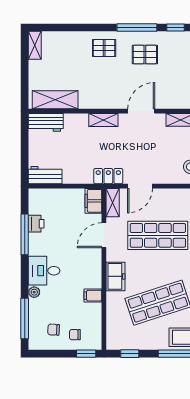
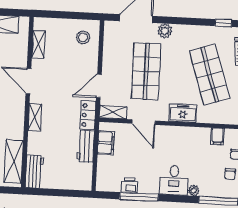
workbench: (45, 175) -> (85, 146), moved
door: (140, 186) -> (99, 86), swing flipped
filing cabinet: (93, 201) -> (106, 143), moved, turned -90
filing cabinet: (93, 296) -> (218, 136), moved

